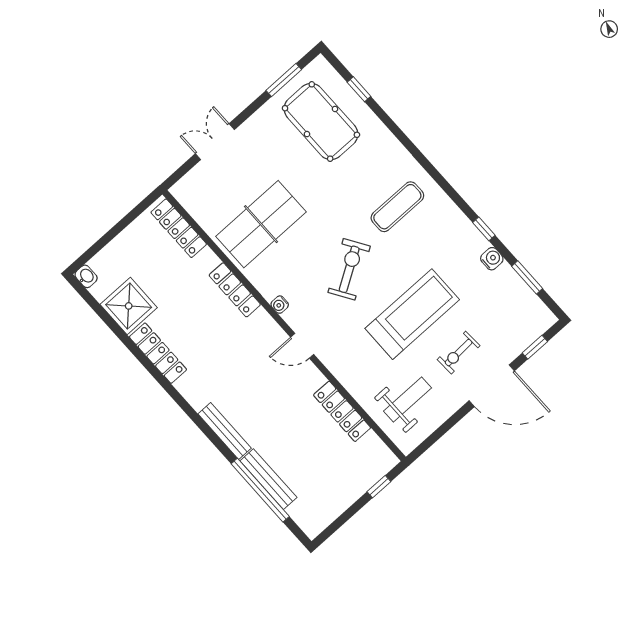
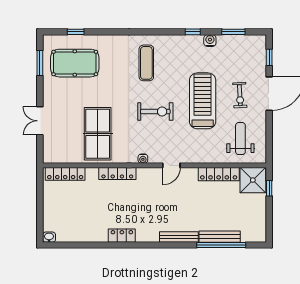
exercise bike: (349, 269) -> (155, 112), turned 122
shower: (129, 306) -> (253, 180), moved
locker: (158, 353) -> (122, 236), width x0.66

